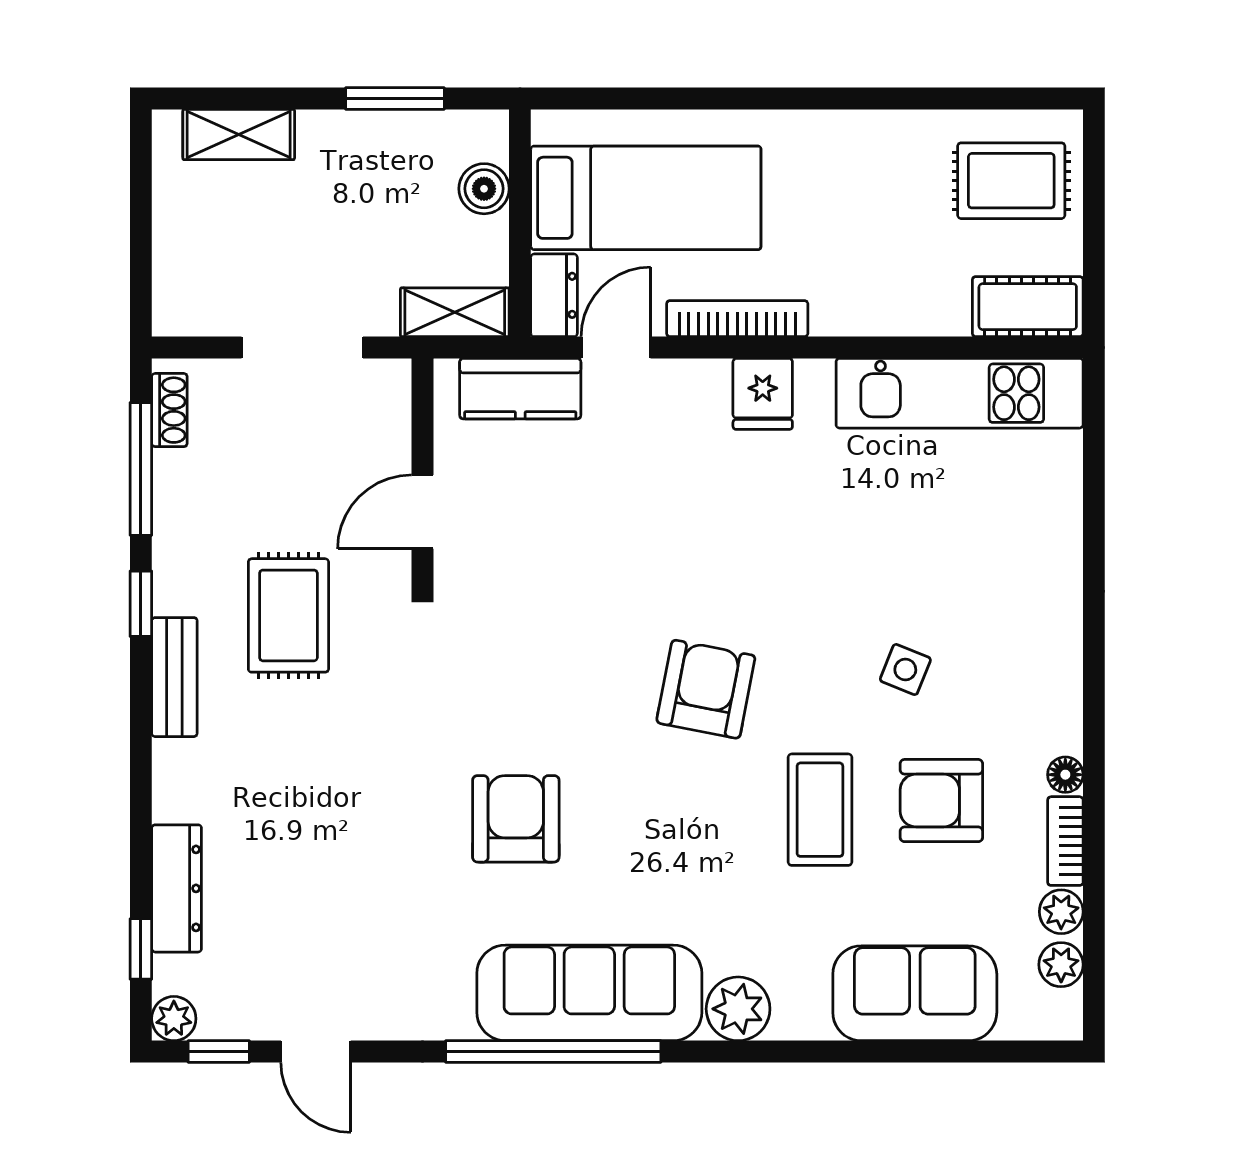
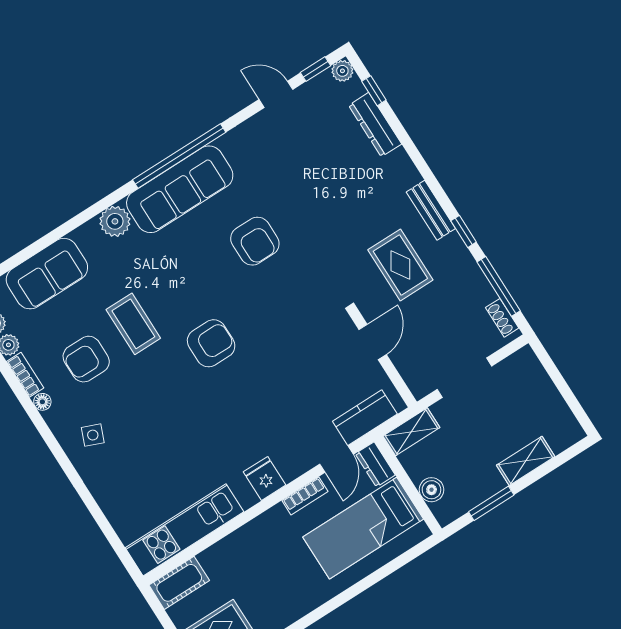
shelving: (239, 134) -> (526, 461), moved
bookcase: (737, 319) -> (305, 496), width x0.64
side table: (905, 669) -> (93, 435), moved
armchair: (706, 689) -> (211, 343), turned -101
armchair: (941, 801) -> (86, 359), turned 180

